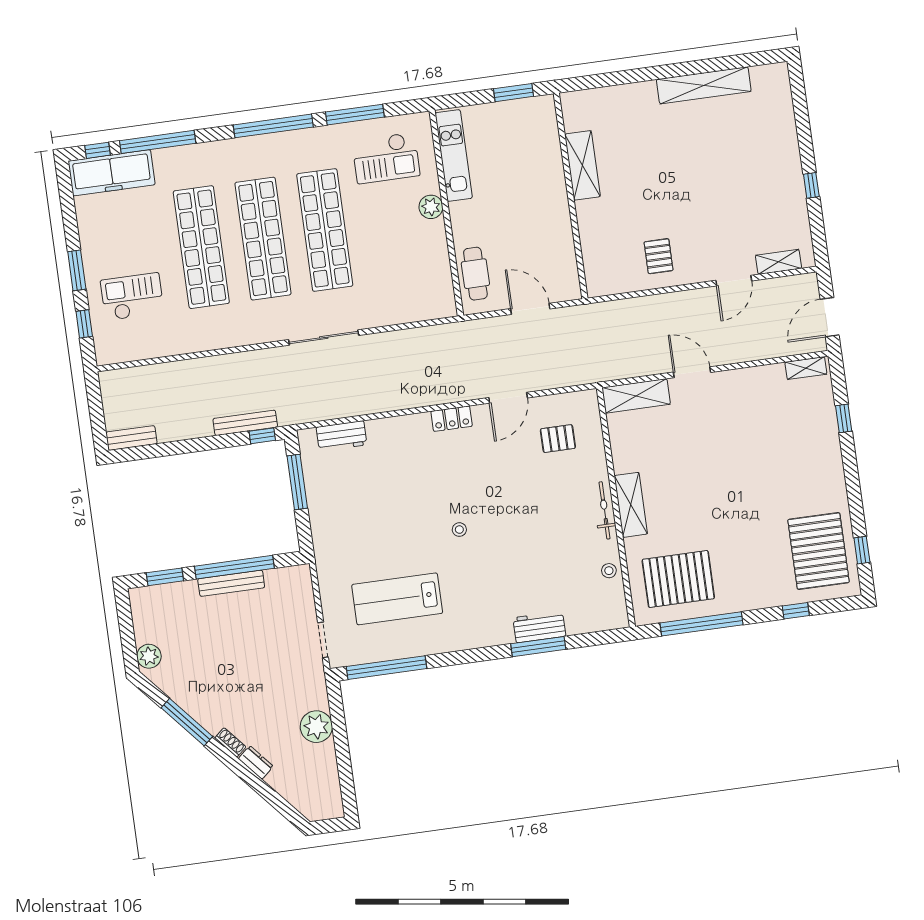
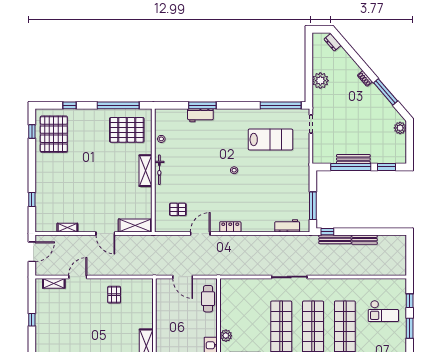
shelving: (806, 368) -> (67, 228), moved
bench: (131, 438) -> (365, 240), moved
dresser: (256, 762) -> (333, 42), moved

